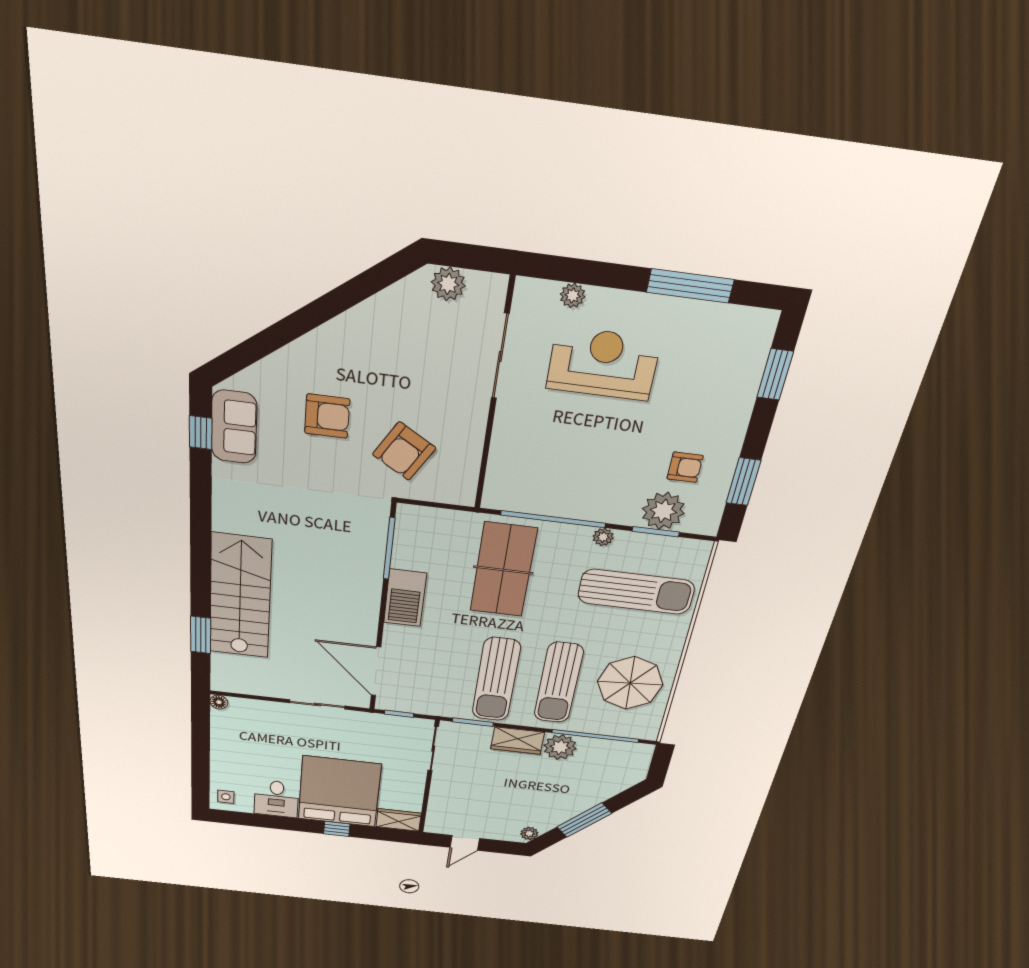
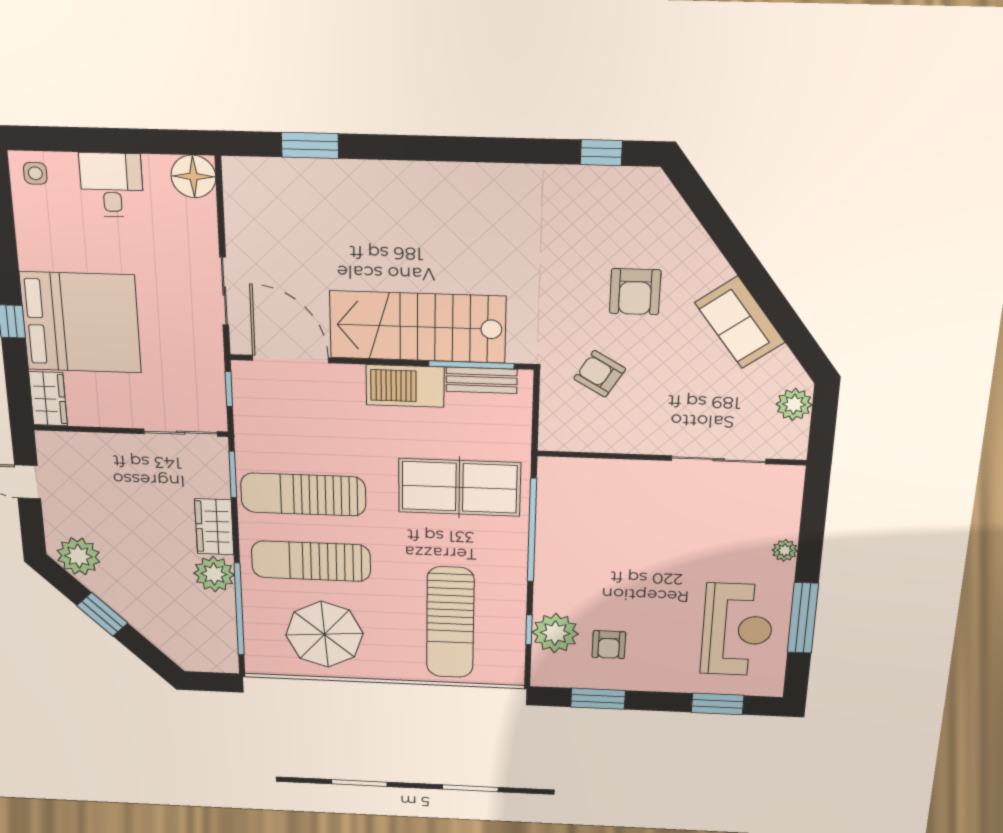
plant: (573, 296) -> (785, 550), moved
reception desk: (603, 364) -> (737, 630), moved
sofa: (234, 427) -> (740, 322), moved, turned 53
armchair: (404, 451) -> (600, 374), width x0.72, depth x0.72
window: (656, 532) -> (529, 630), width x0.67
plant: (603, 537) -> (516, 581), removed
bench: (404, 543) -> (482, 380), added
stairs: (240, 597) -> (418, 327), moved, turned 180
door: (376, 671) -> (290, 359), hinge flipped
floor lamp: (219, 702) -> (193, 176), width x1.89, depth x1.89
desk: (276, 799) -> (112, 185), moved, turned 90
window: (584, 820) -> (102, 614), width x0.69
plant: (529, 833) -> (78, 556), width x1.88, depth x1.88

